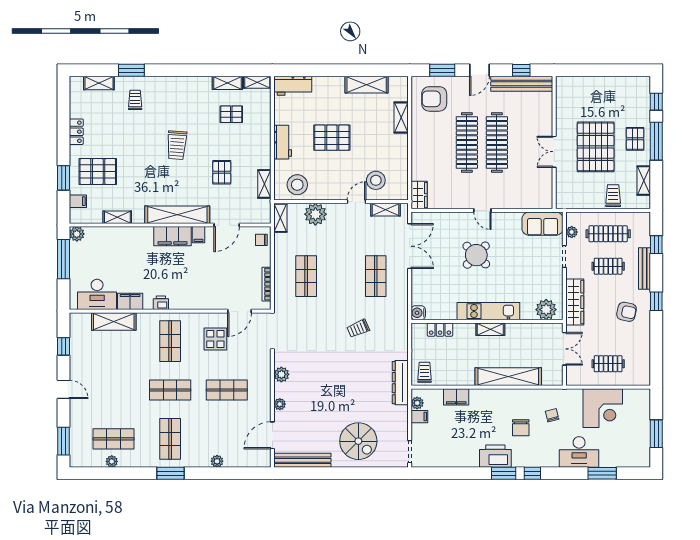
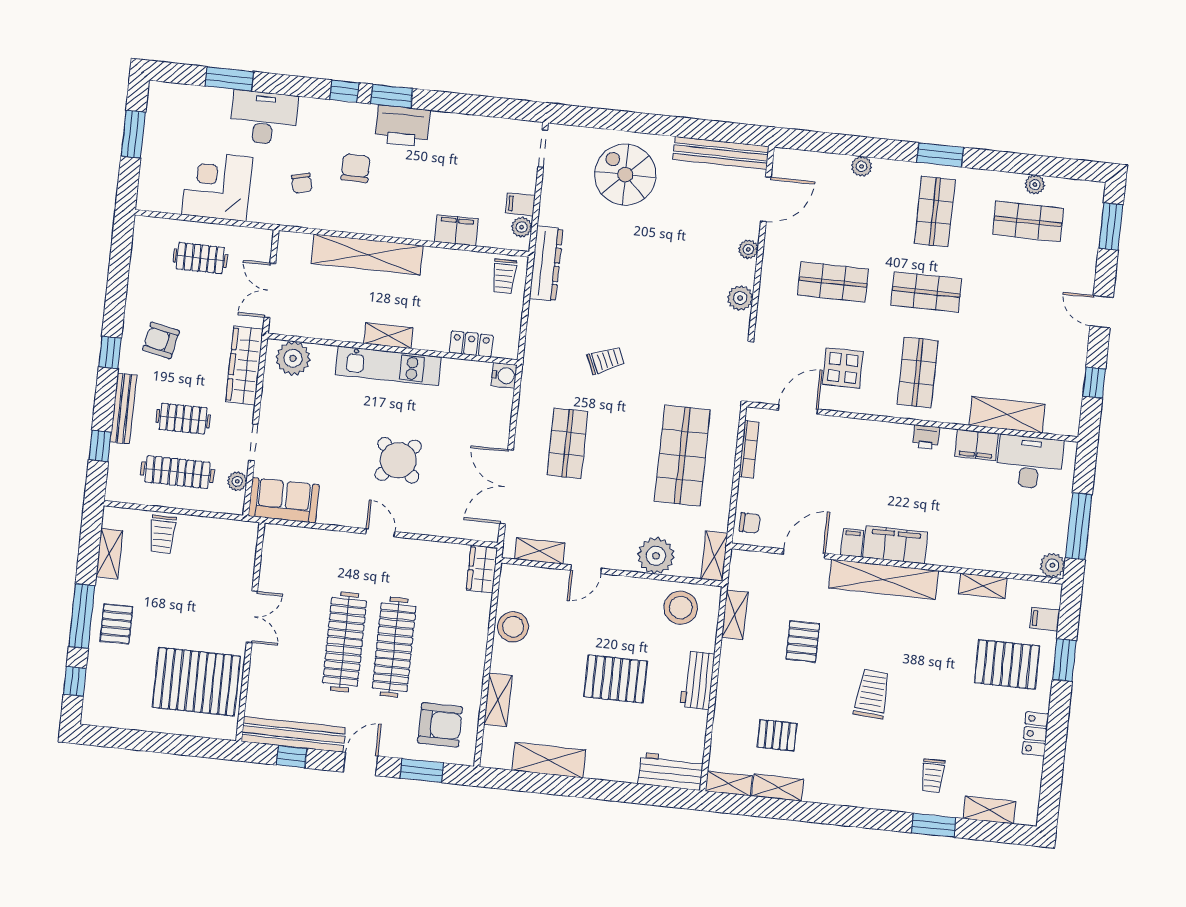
pallet: (596, 147) -> (196, 682), moved, turned 90
stool: (376, 180) -> (513, 627), moved
shop shelf: (306, 276) -> (682, 456), width x1.43, depth x1.36

